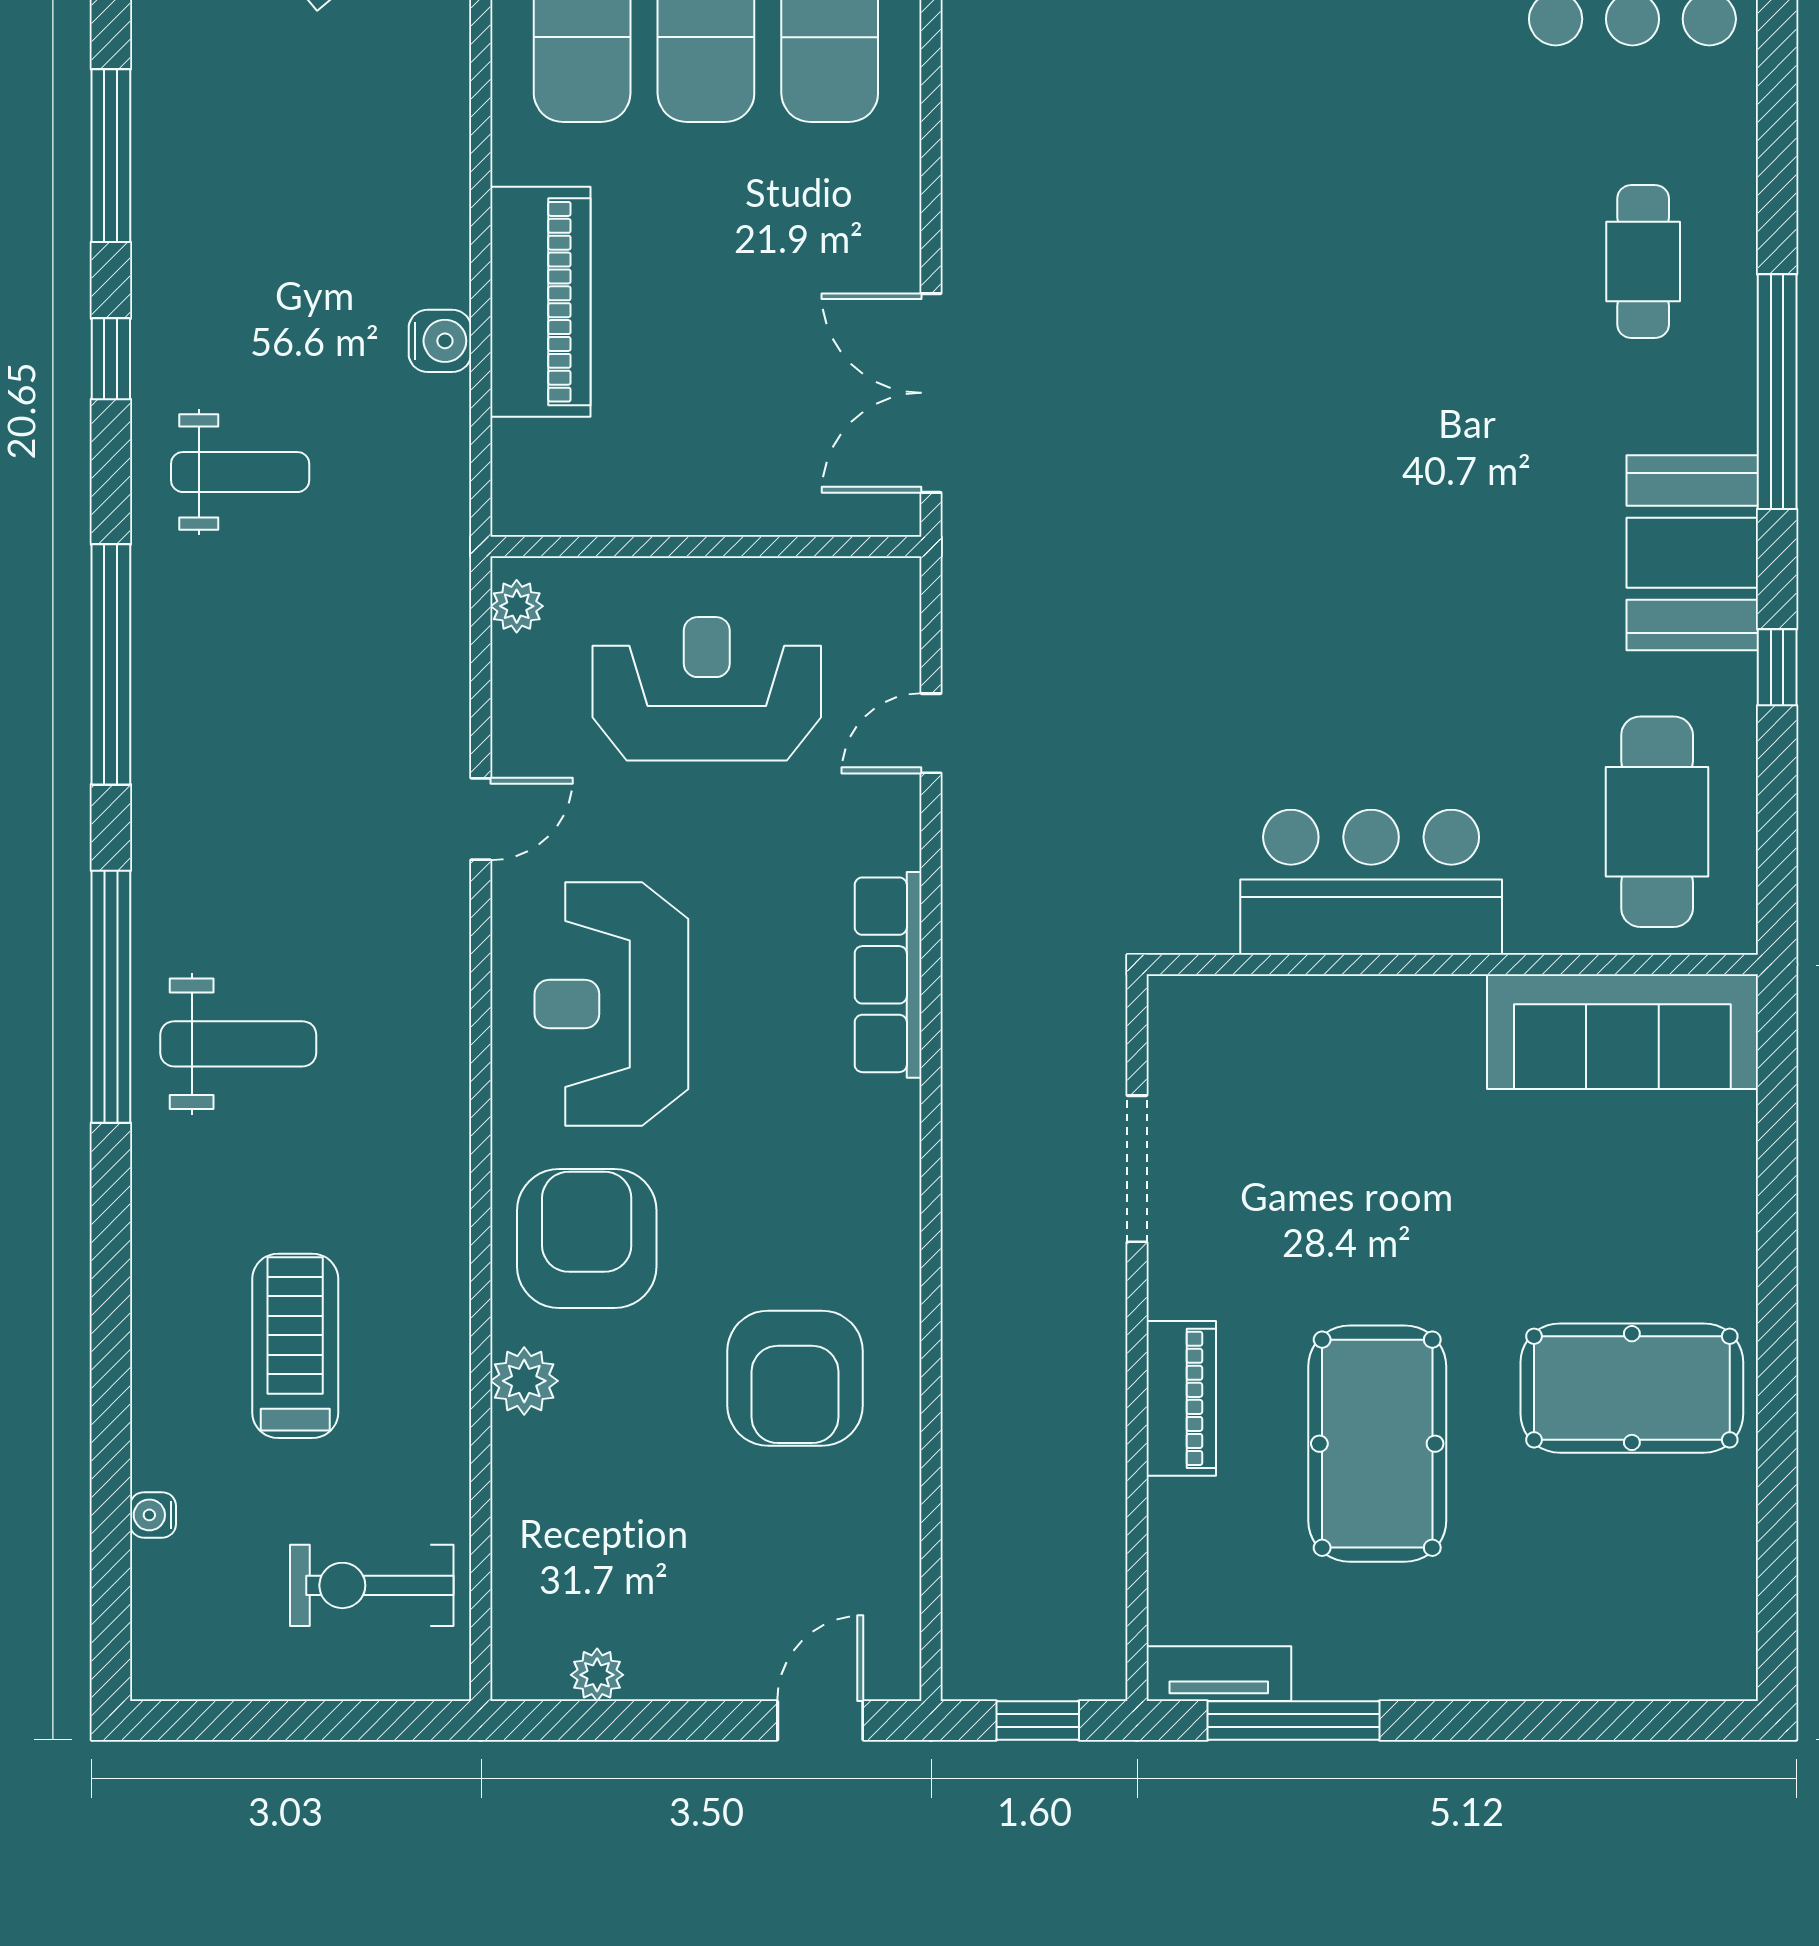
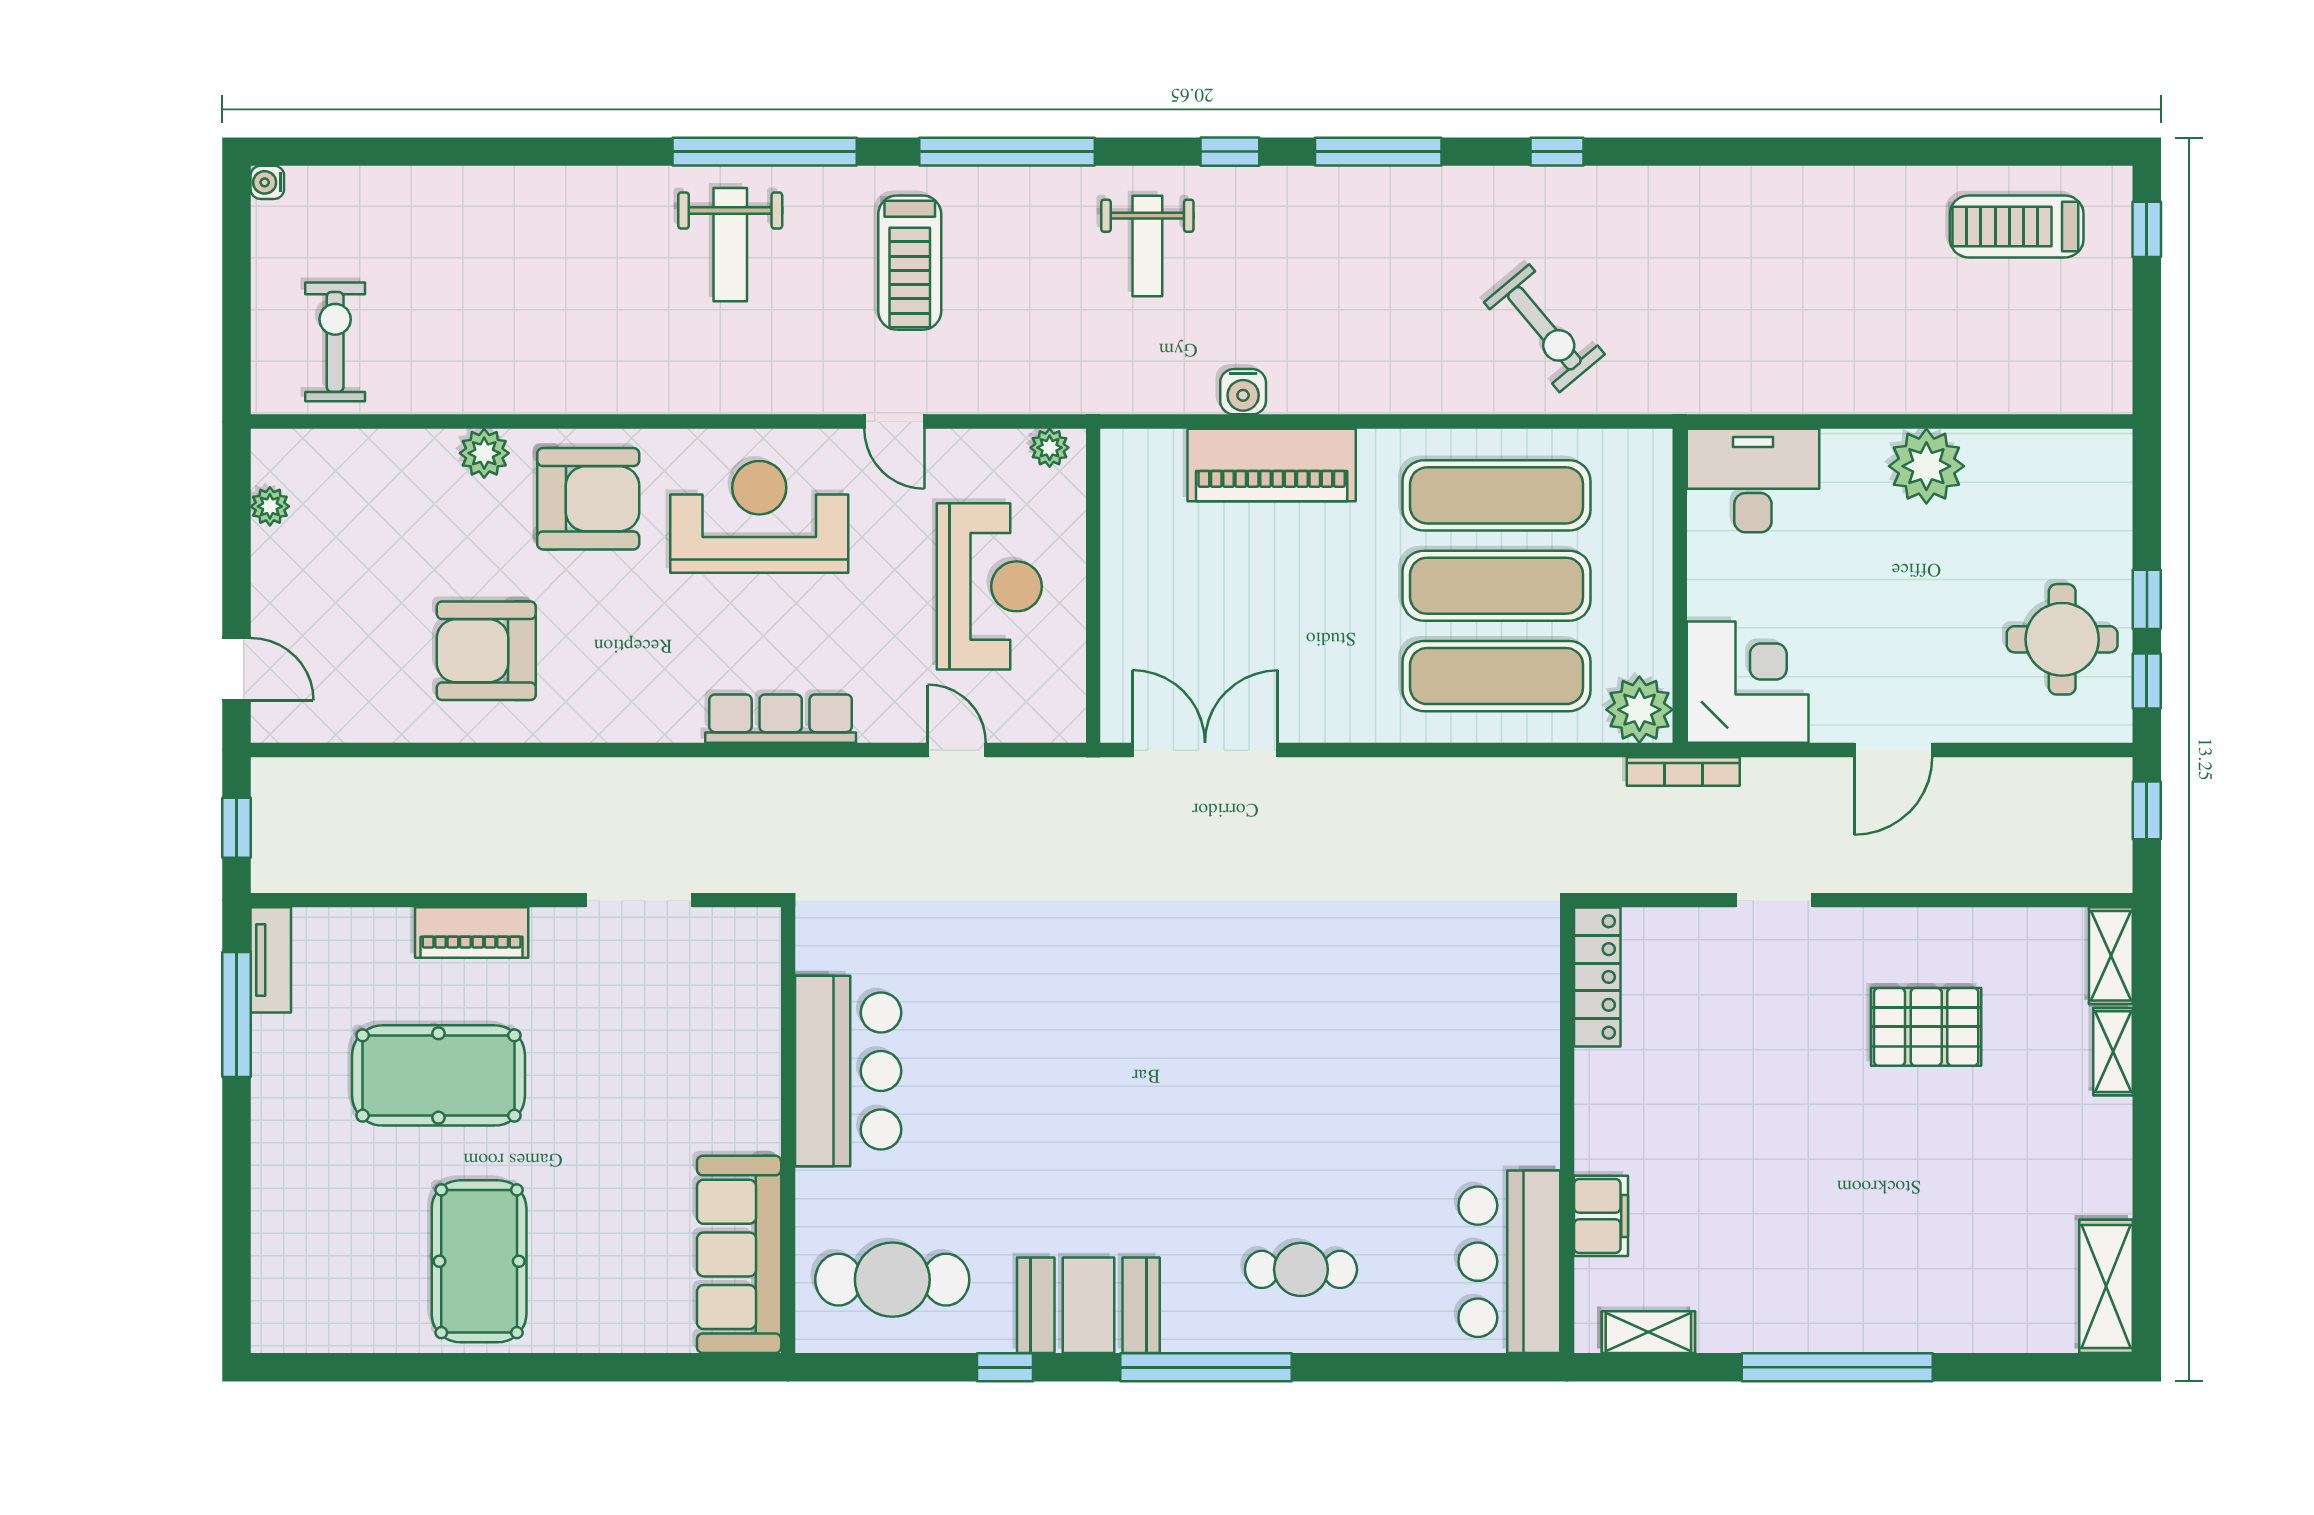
treadmill: (295, 1346) -> (910, 263), moved, turned 90
water cooler: (153, 1515) -> (267, 182), moved, turned -90

